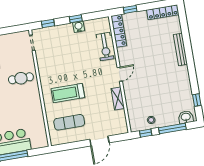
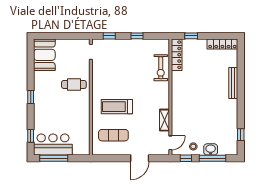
water cooler: (79, 27) -> (138, 44), removed
door: (120, 74) -> (170, 143), moved
washbasin: (186, 117) -> (211, 149), moved

